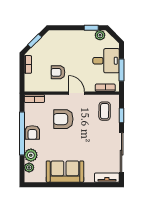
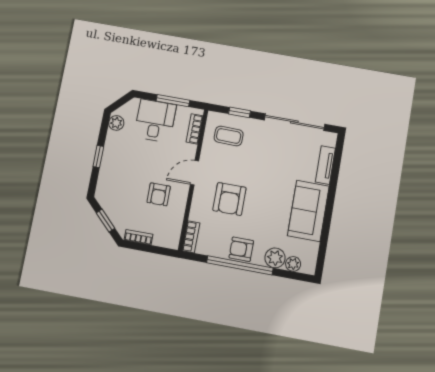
window: (91, 28) -> (98, 157), moved
armchair: (32, 133) -> (241, 249), turned 180
tv unit: (107, 178) -> (325, 165), moved

